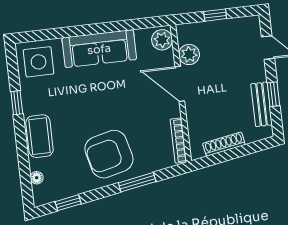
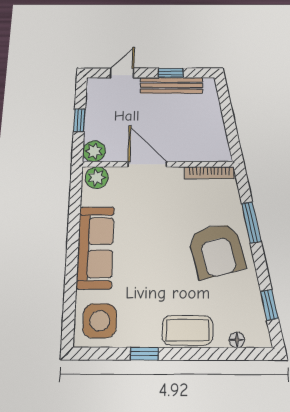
plant: (189, 54) -> (94, 151), moved
door: (180, 84) -> (147, 164), swing flipped
bench: (261, 104) -> (171, 85), width x1.36
shoe rack: (224, 144) -> (218, 126), removed

